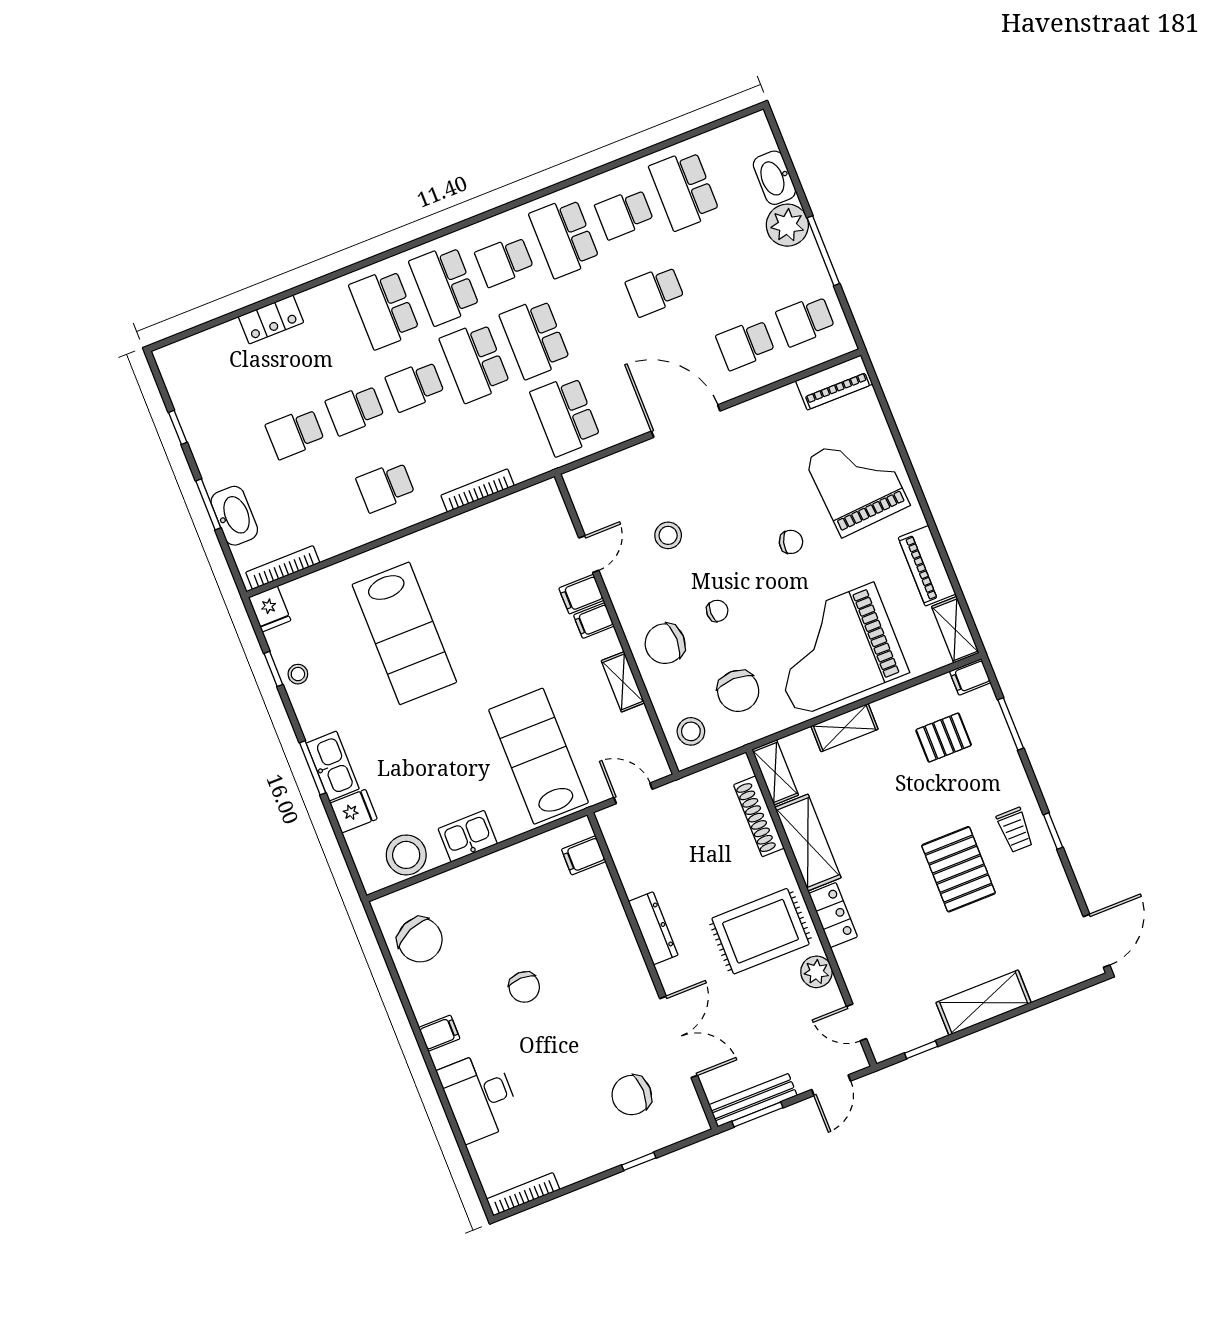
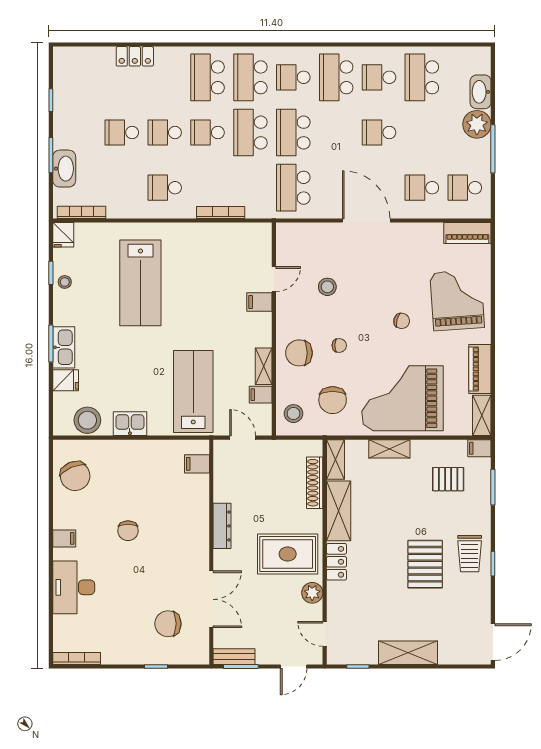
filing cabinet: (594, 621) -> (261, 395), moved
trolley: (1015, 830) -> (470, 554), width x1.36, depth x1.39
bench: (753, 1100) -> (234, 657), width x0.73

